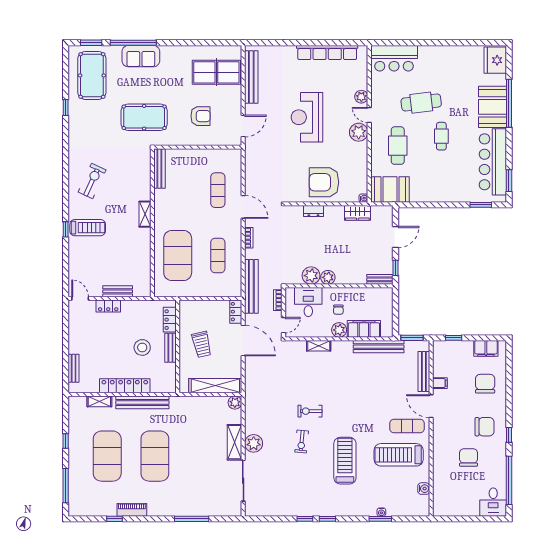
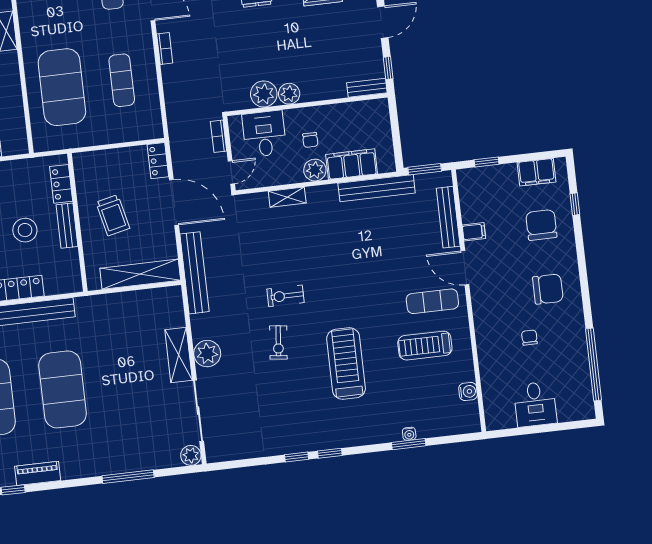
bench: (251, 286) -> (194, 273), moved
plant: (235, 403) -> (191, 455), moved
window: (509, 435) -> (575, 204), moved
treadmill: (399, 455) -> (425, 346), width x0.73, depth x0.73
chair: (469, 458) -> (529, 338), width x0.54, depth x0.54
desk: (493, 502) -> (535, 404), moved

